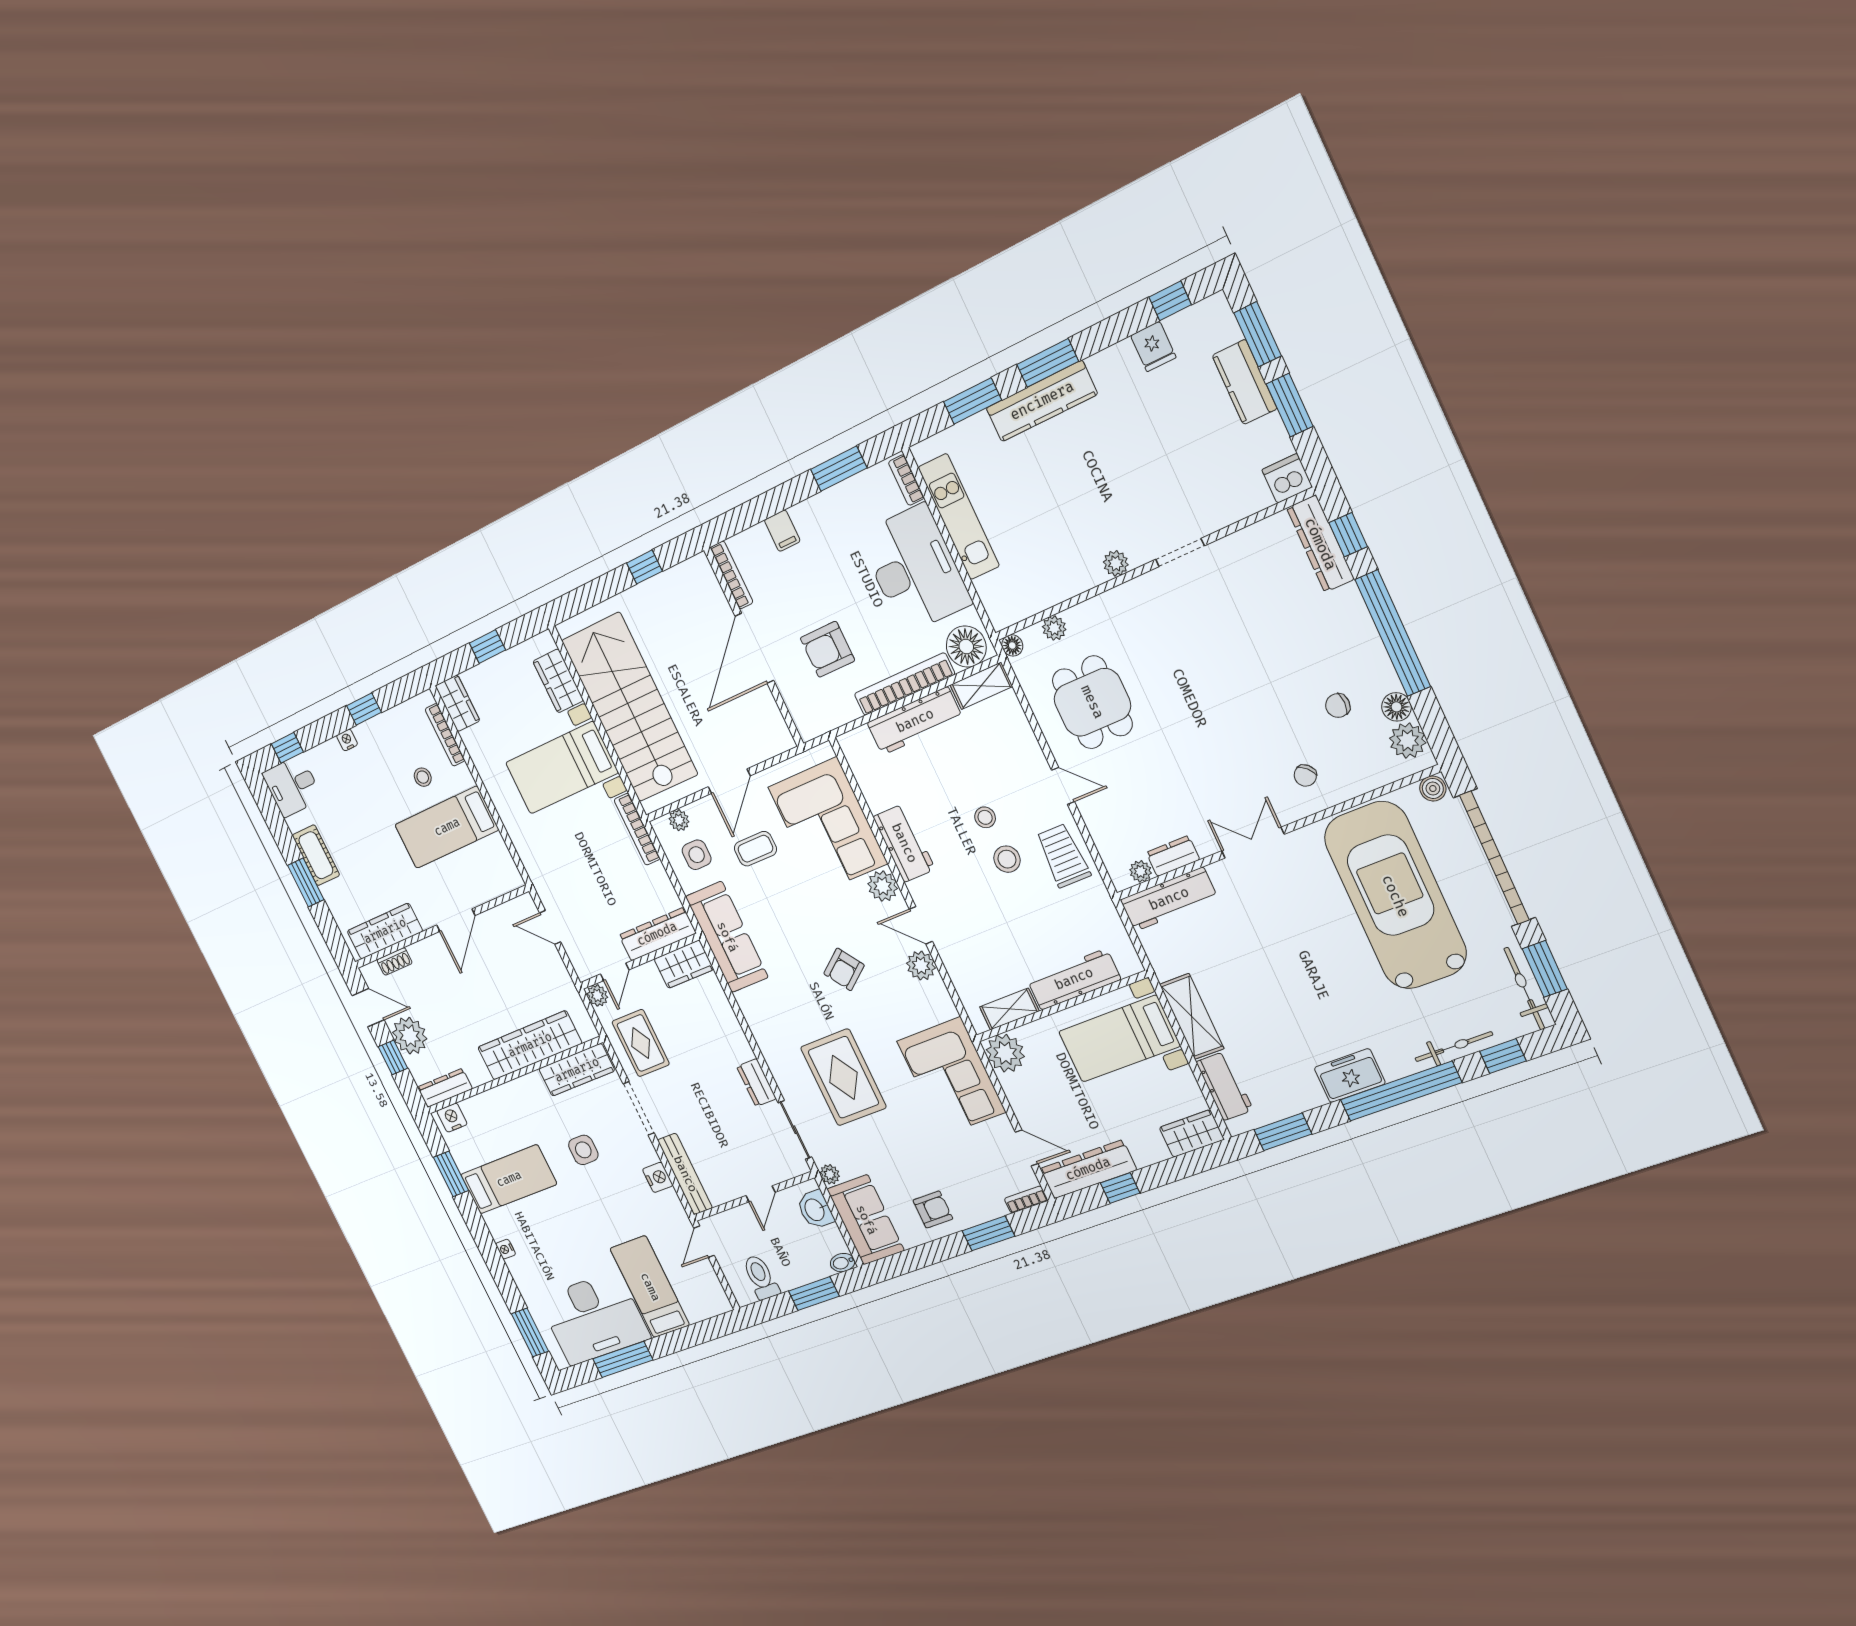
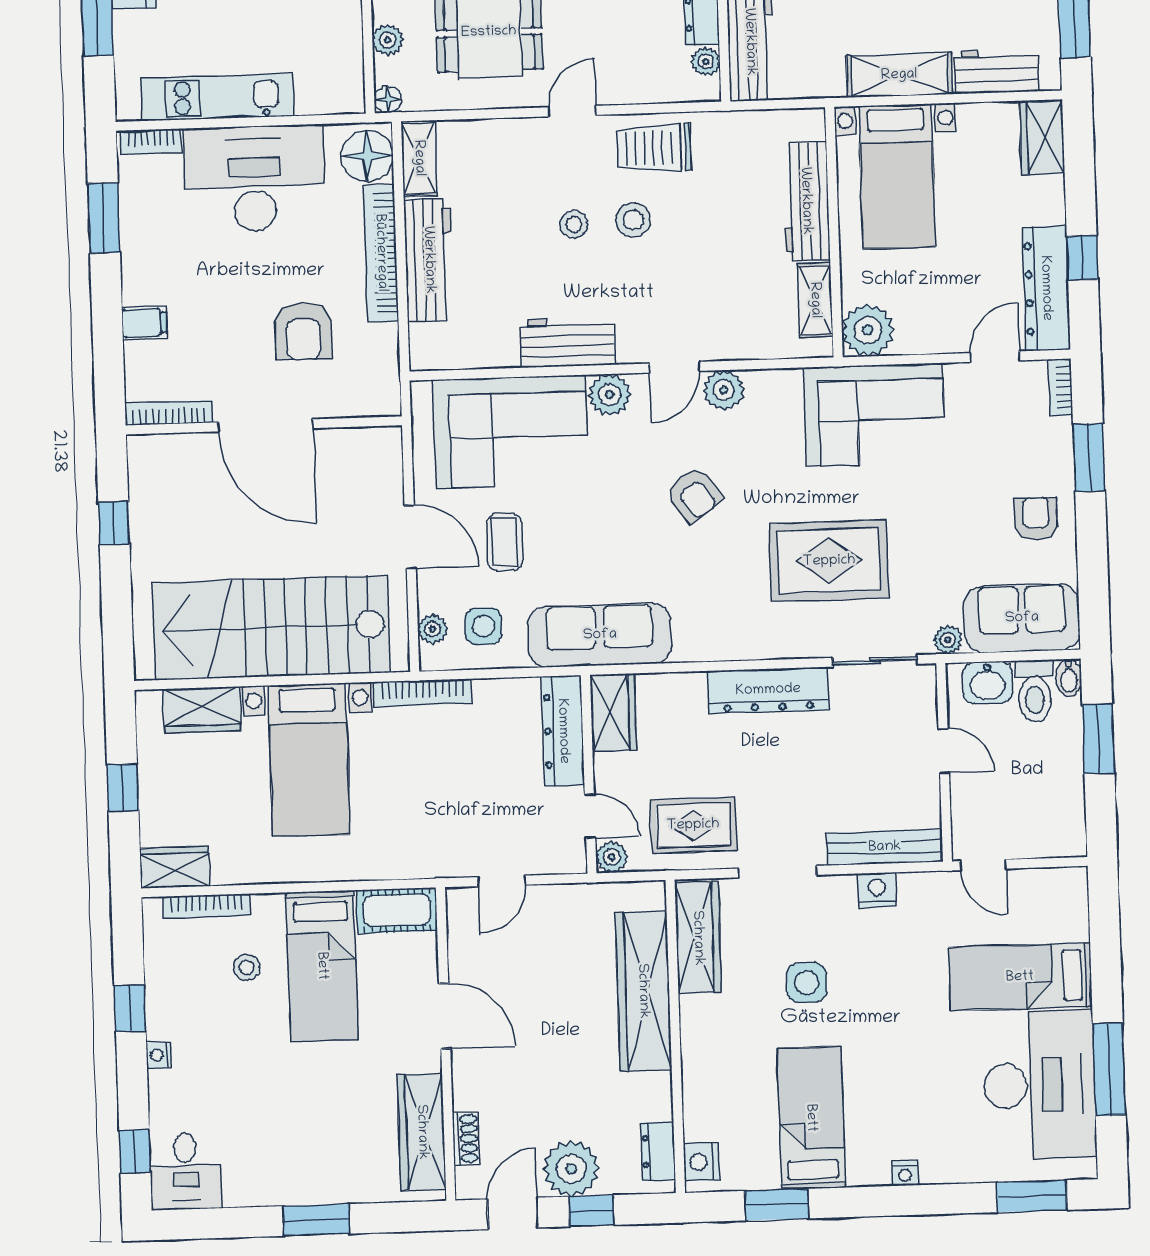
cot: (316, 855) -> (397, 910), moved
dresser: (756, 1083) -> (768, 690), width x1.96, depth x1.24
dresser: (445, 1088) -> (658, 1151), width x0.70
toilet: (761, 1277) -> (1035, 691), moved, turned -90

